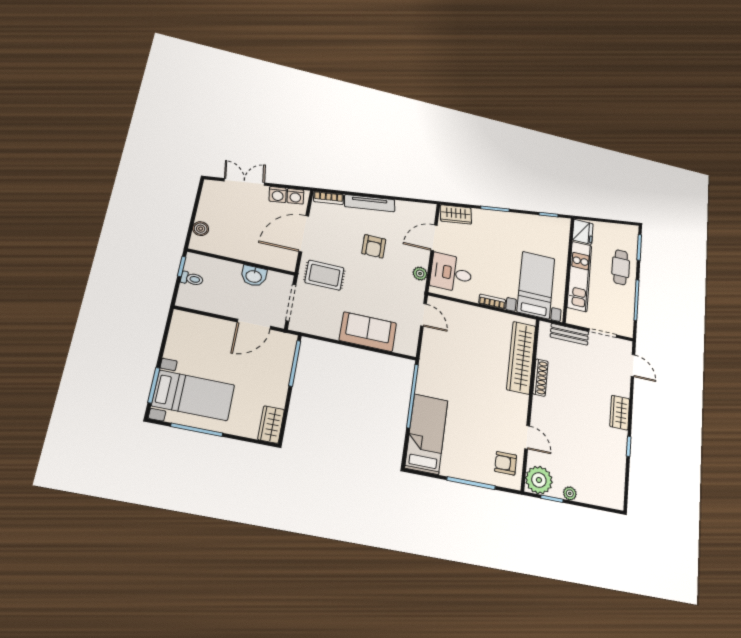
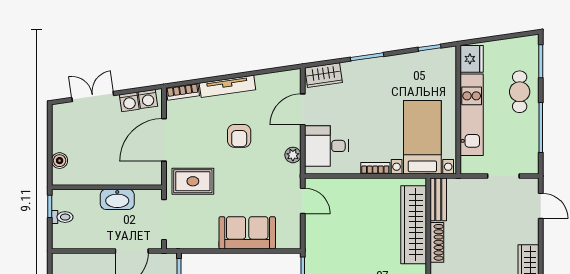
washbasin: (254, 276) -> (117, 199), width x1.38
bench: (569, 334) -> (438, 199), moved, turned 90

